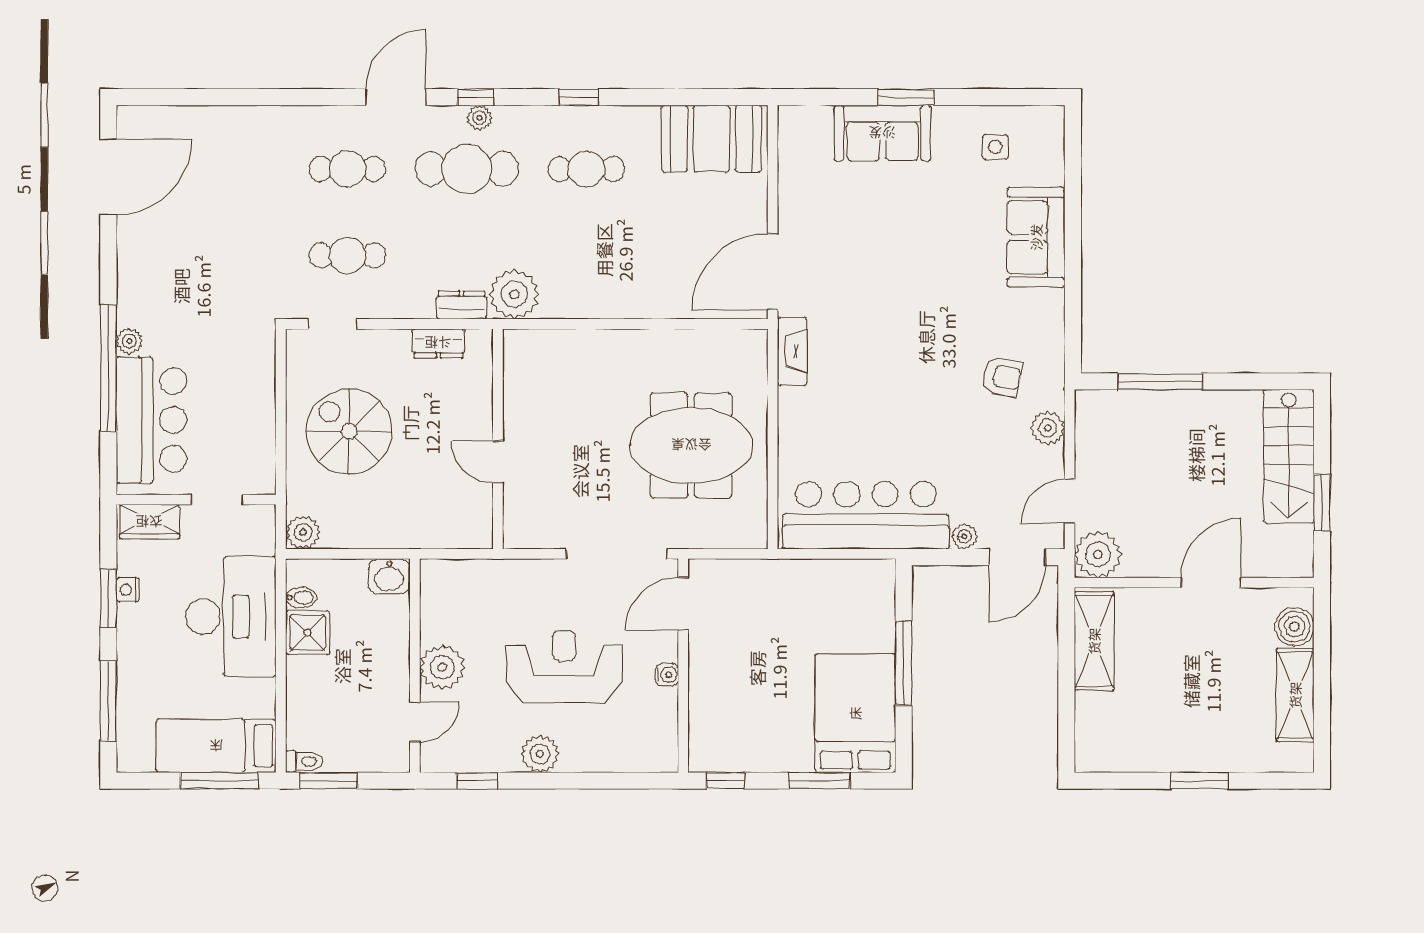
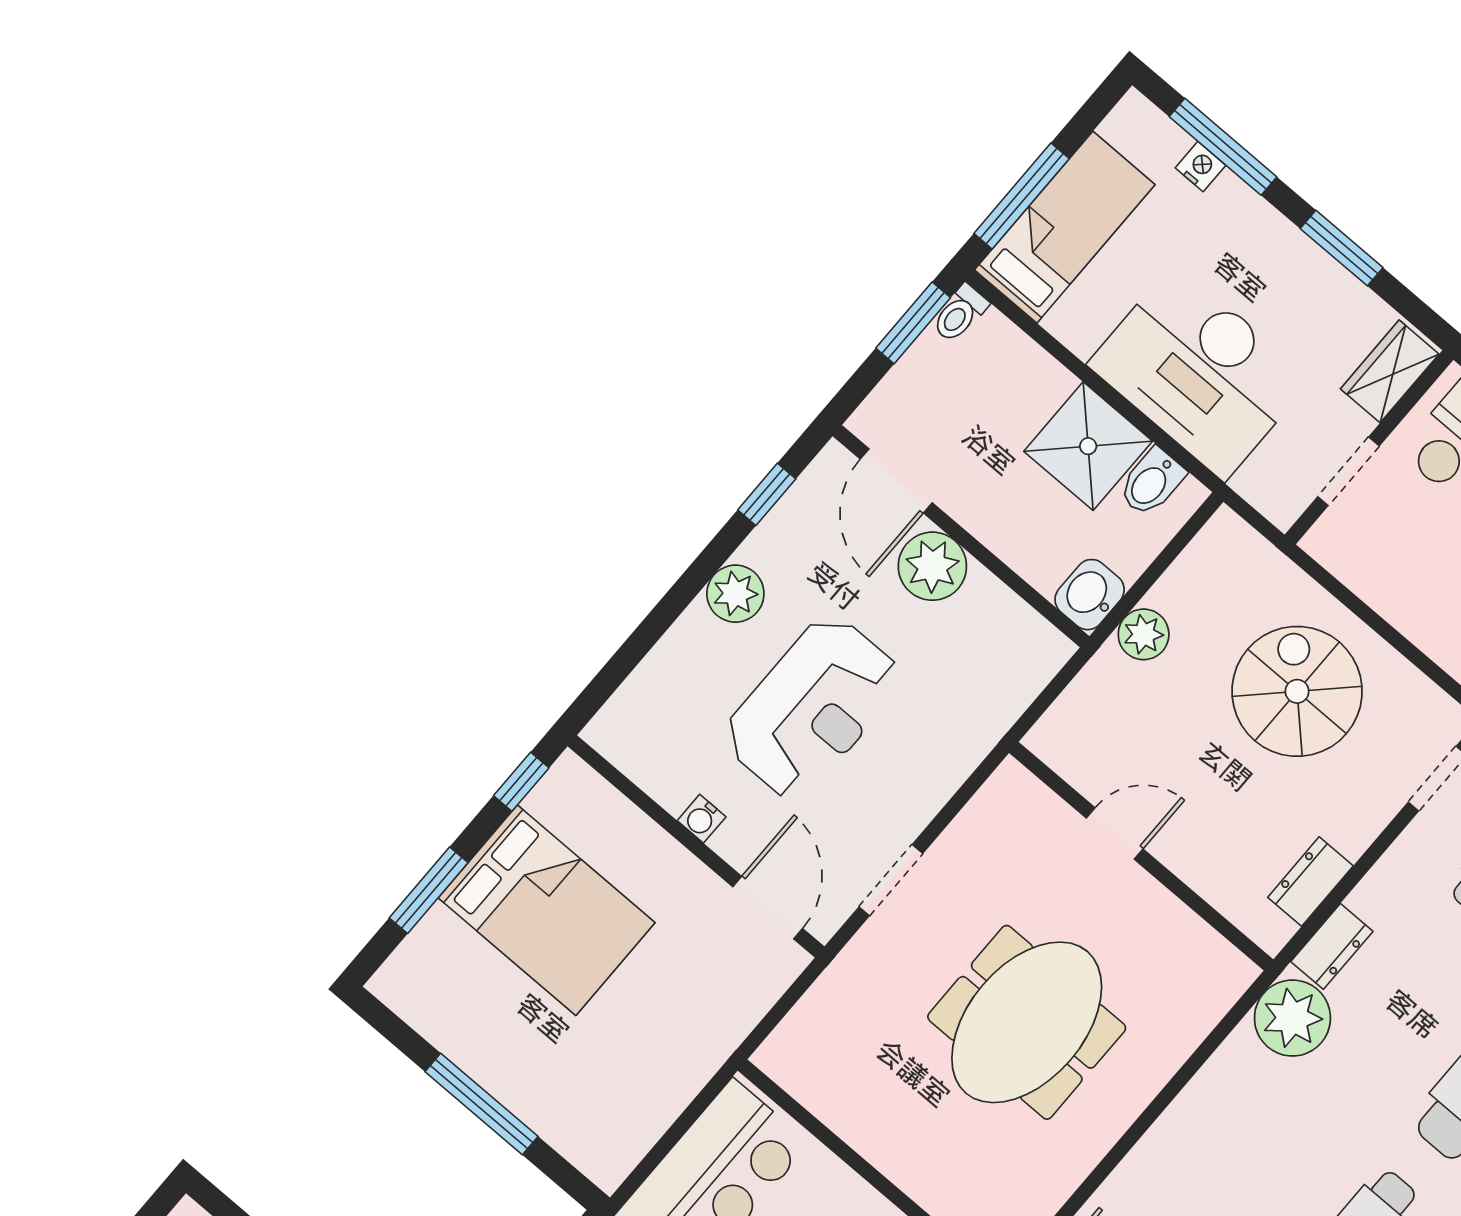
spiral stairs: (349, 431) -> (1297, 691), turned -90
meeting table: (691, 445) -> (1027, 1022), moved
plant: (303, 532) -> (1144, 634), moved
doorway: (617, 554) -> (891, 880), width x0.53
nightstand: (128, 590) -> (1201, 167), moved
bidet: (301, 597) -> (1152, 482), width x1.38, depth x1.36
shower: (308, 633) -> (1088, 446), width x1.36, depth x1.36
bed: (855, 713) -> (547, 910), moved
door: (415, 722) -> (896, 481), width x1.38

